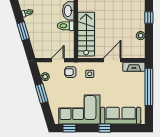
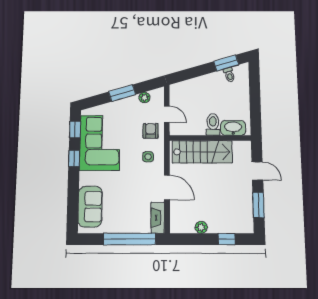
window: (23, 31) -> (226, 63), moved
sofa: (121, 116) -> (90, 207), width x0.73
window: (105, 128) -> (74, 158), moved

